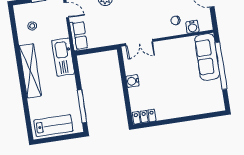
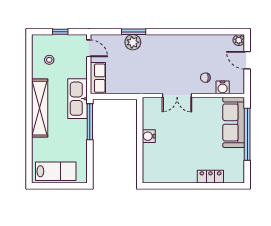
double door: (139, 42) -> (177, 95), moved
window: (82, 106) -> (90, 122), moved
locker: (144, 117) -> (210, 177), moved

